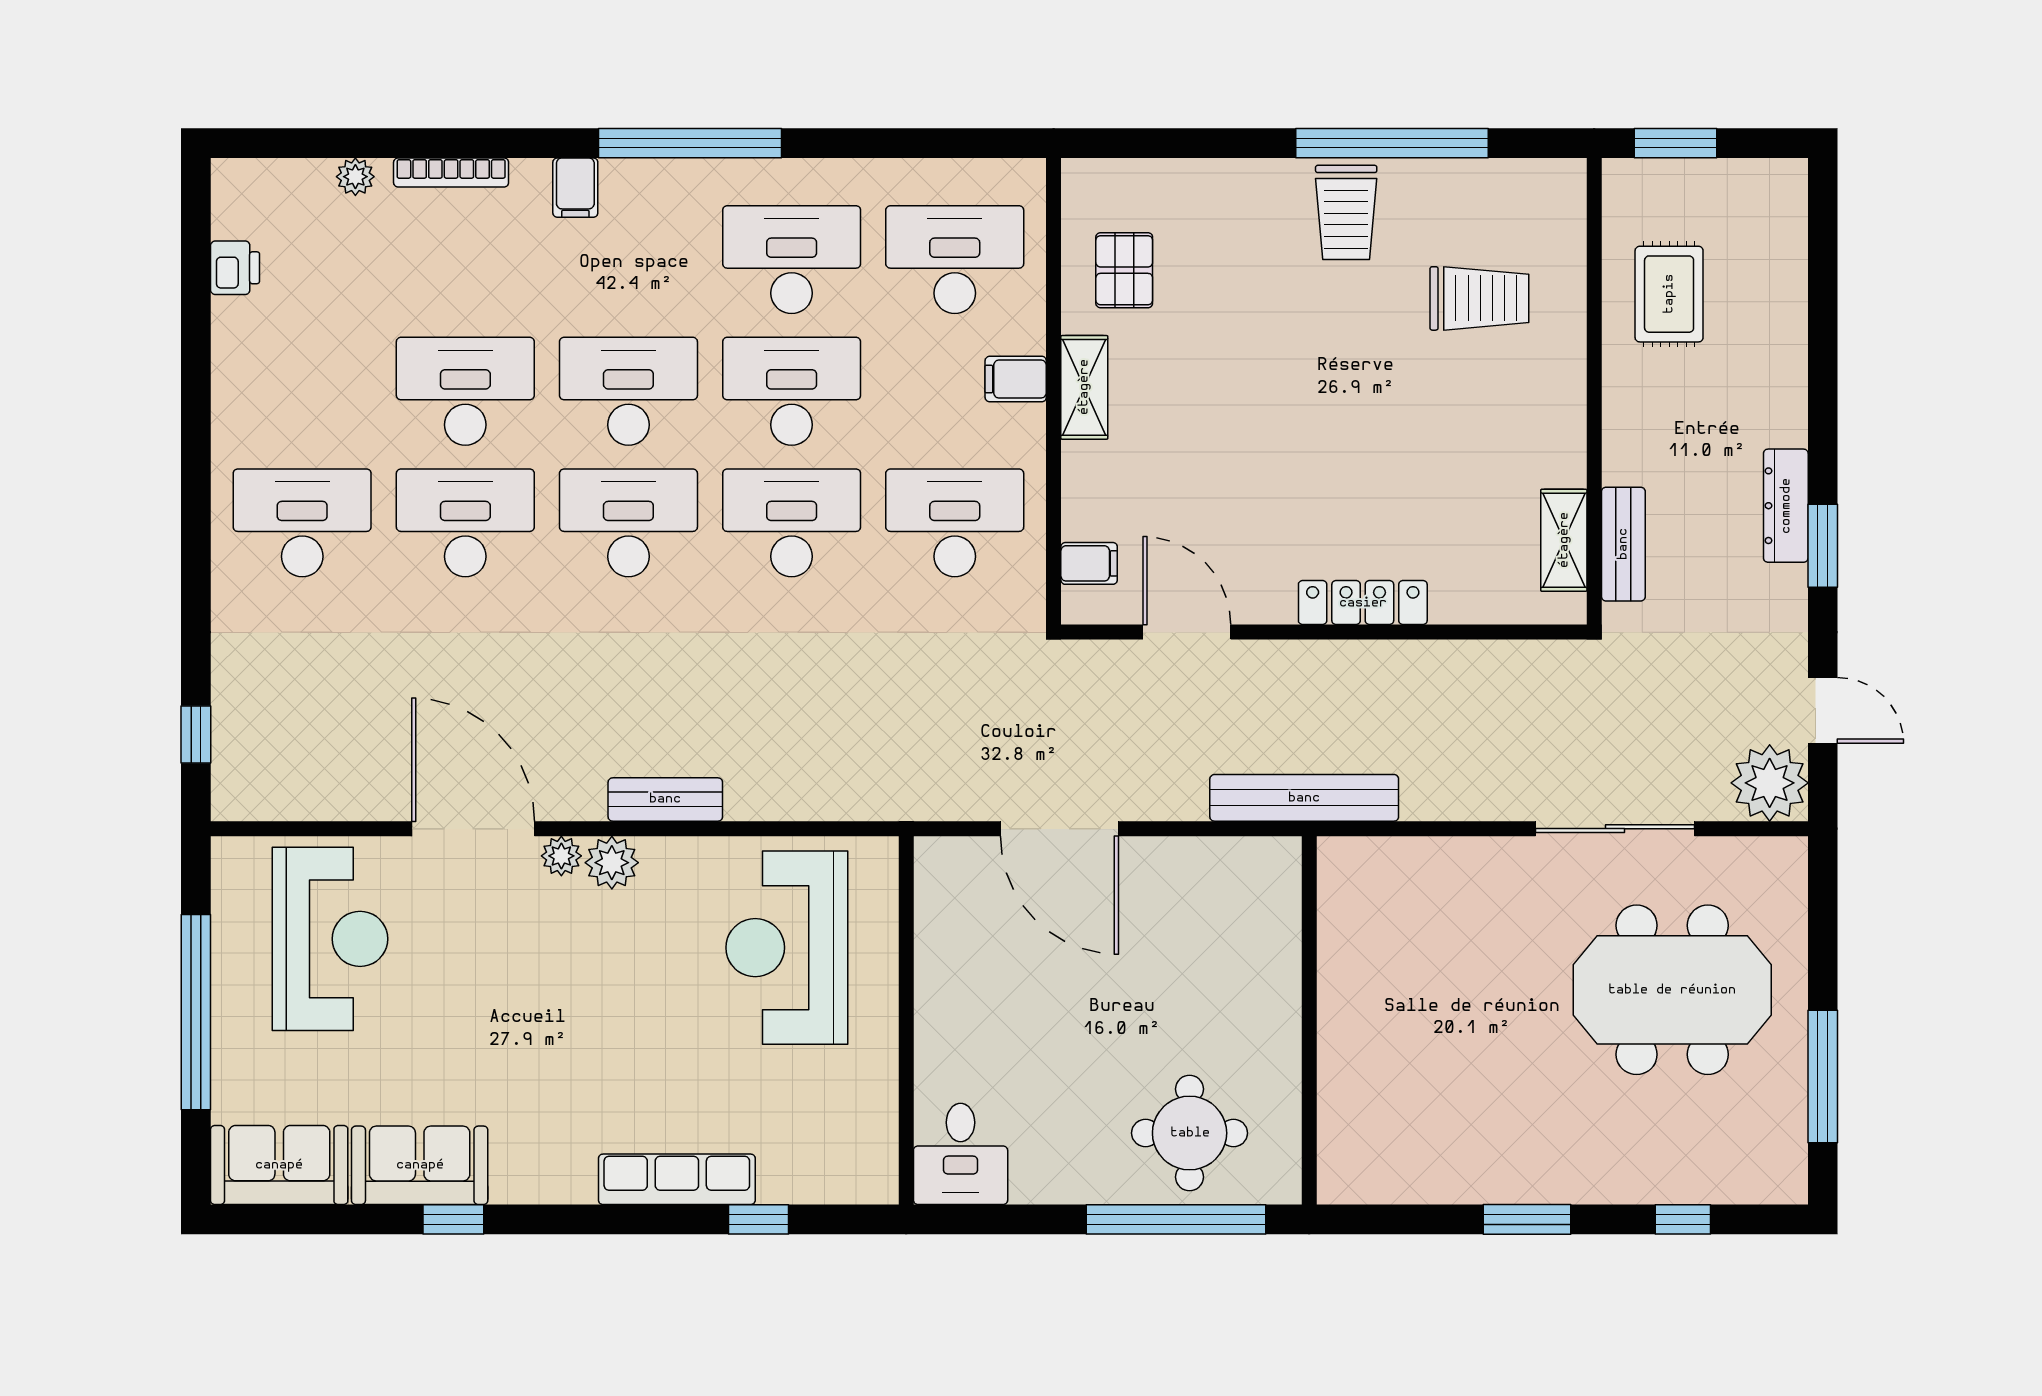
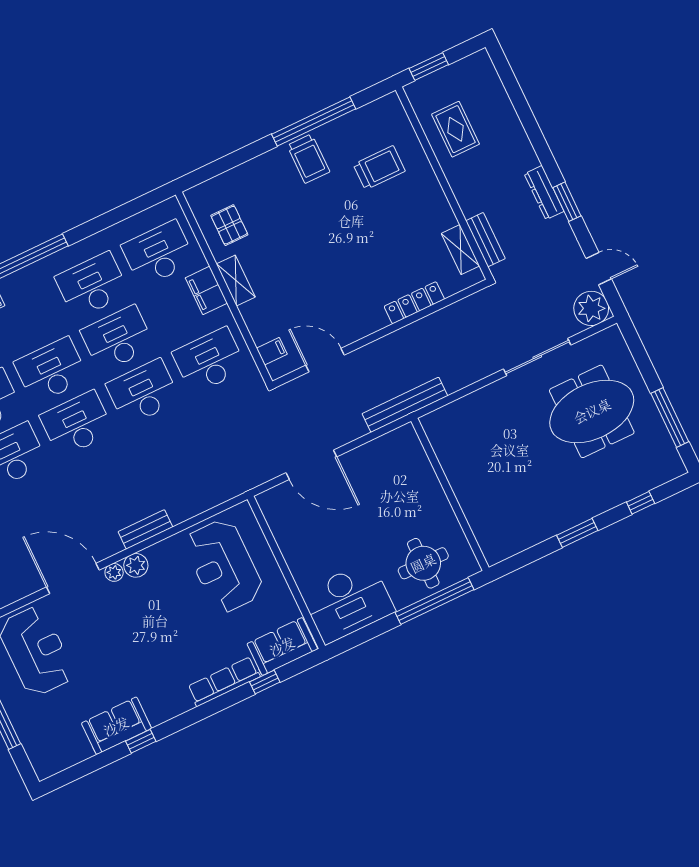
filing cabinet: (1016, 379) -> (206, 290), width x2.00
locker: (1363, 603) -> (414, 303), moved
desk: (961, 1154) -> (348, 602), width x1.87, depth x1.30
sofa: (279, 1165) -> (282, 646), moved

